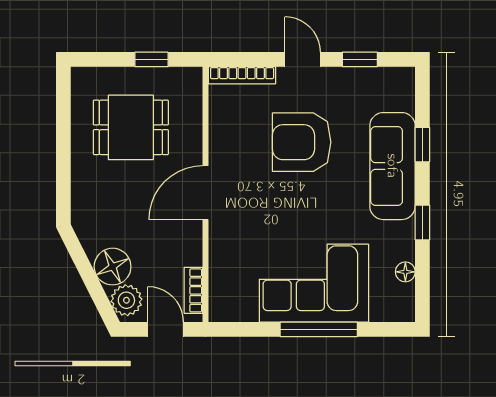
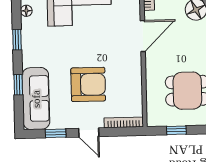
sofa: (392, 166) -> (36, 99), moved
door: (206, 193) -> (143, 36), moved

